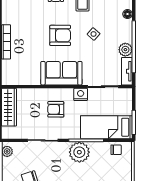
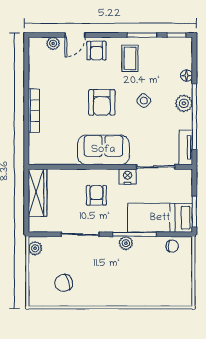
armchair: (60, 35) -> (102, 102), turned 90
plant: (125, 50) -> (184, 103), moved
armchair: (56, 109) -> (96, 195), turned 90
plant: (79, 152) -> (126, 243), width x0.53, depth x0.53

